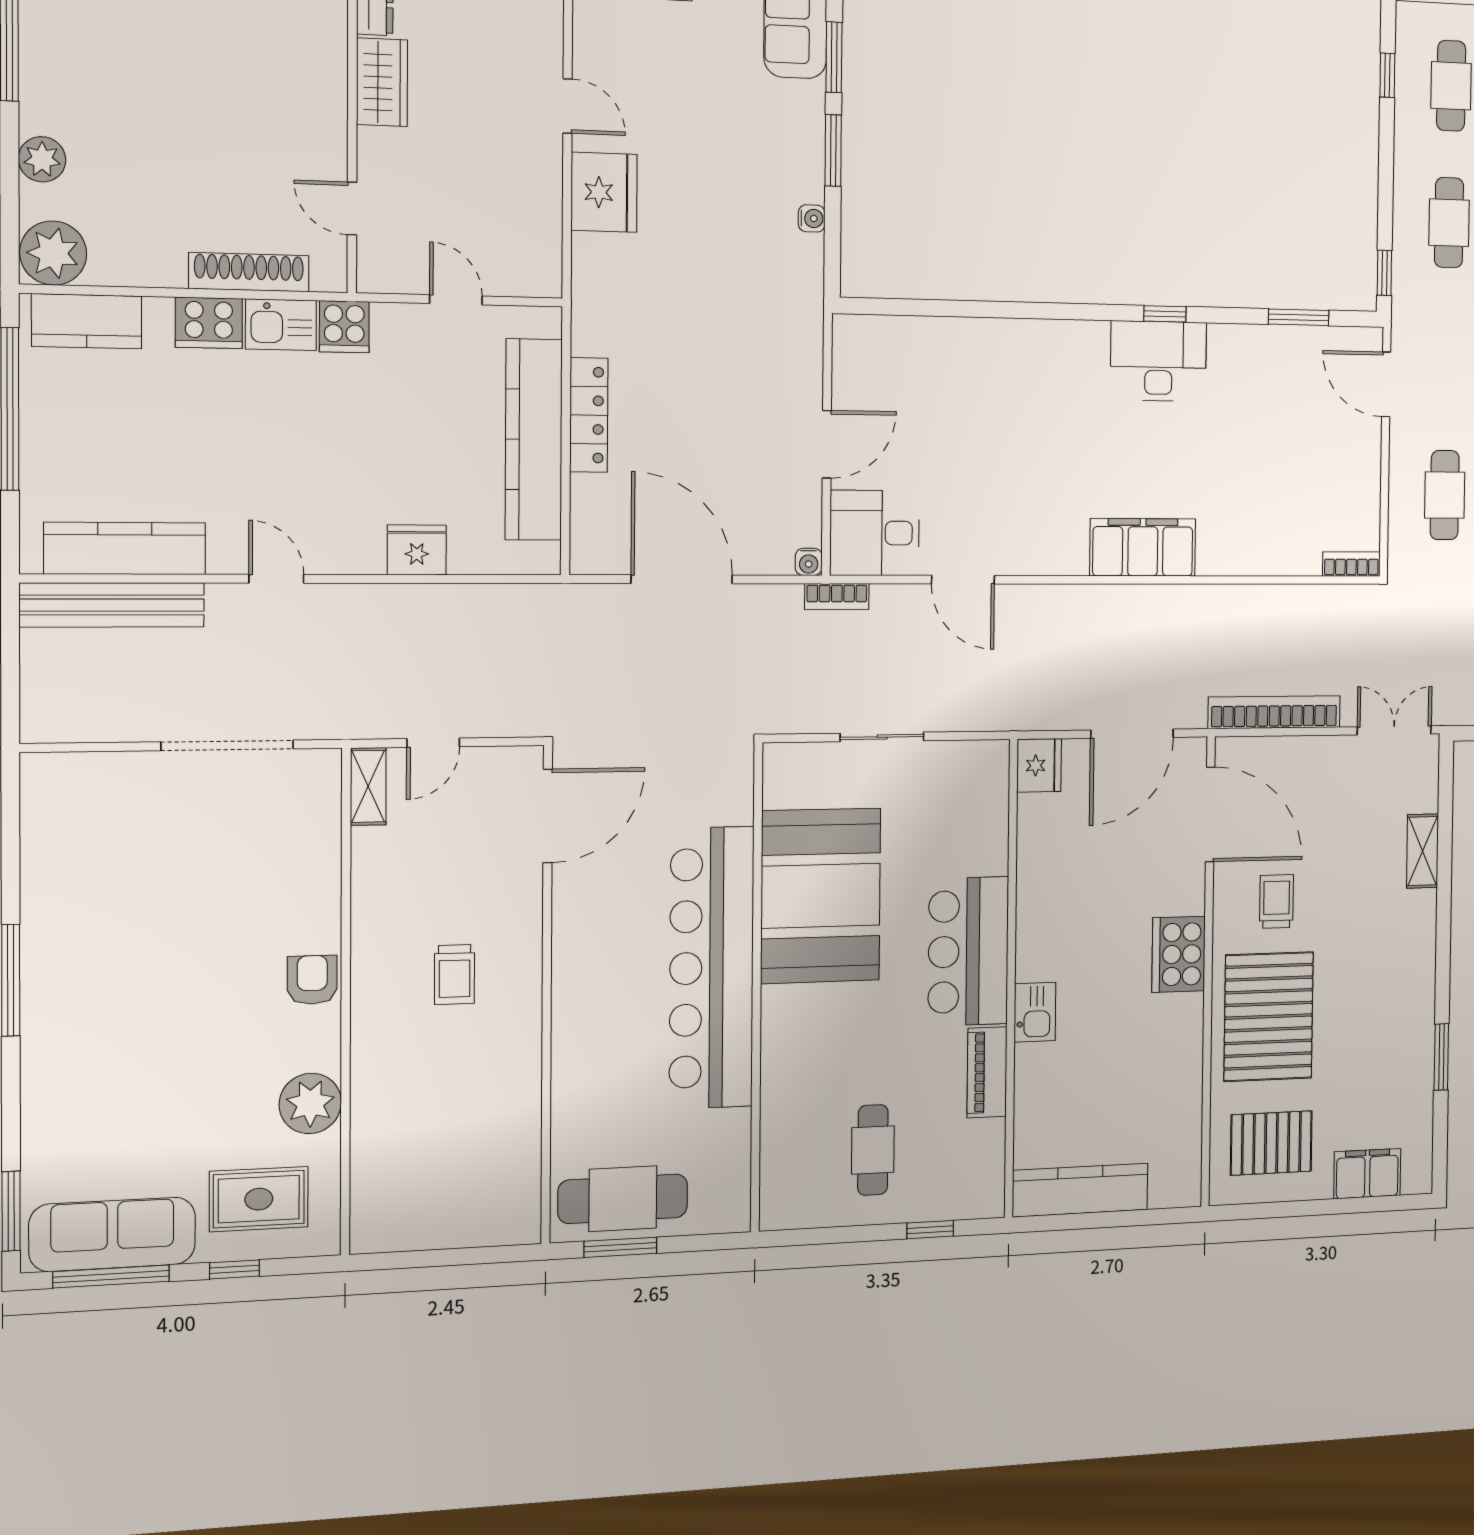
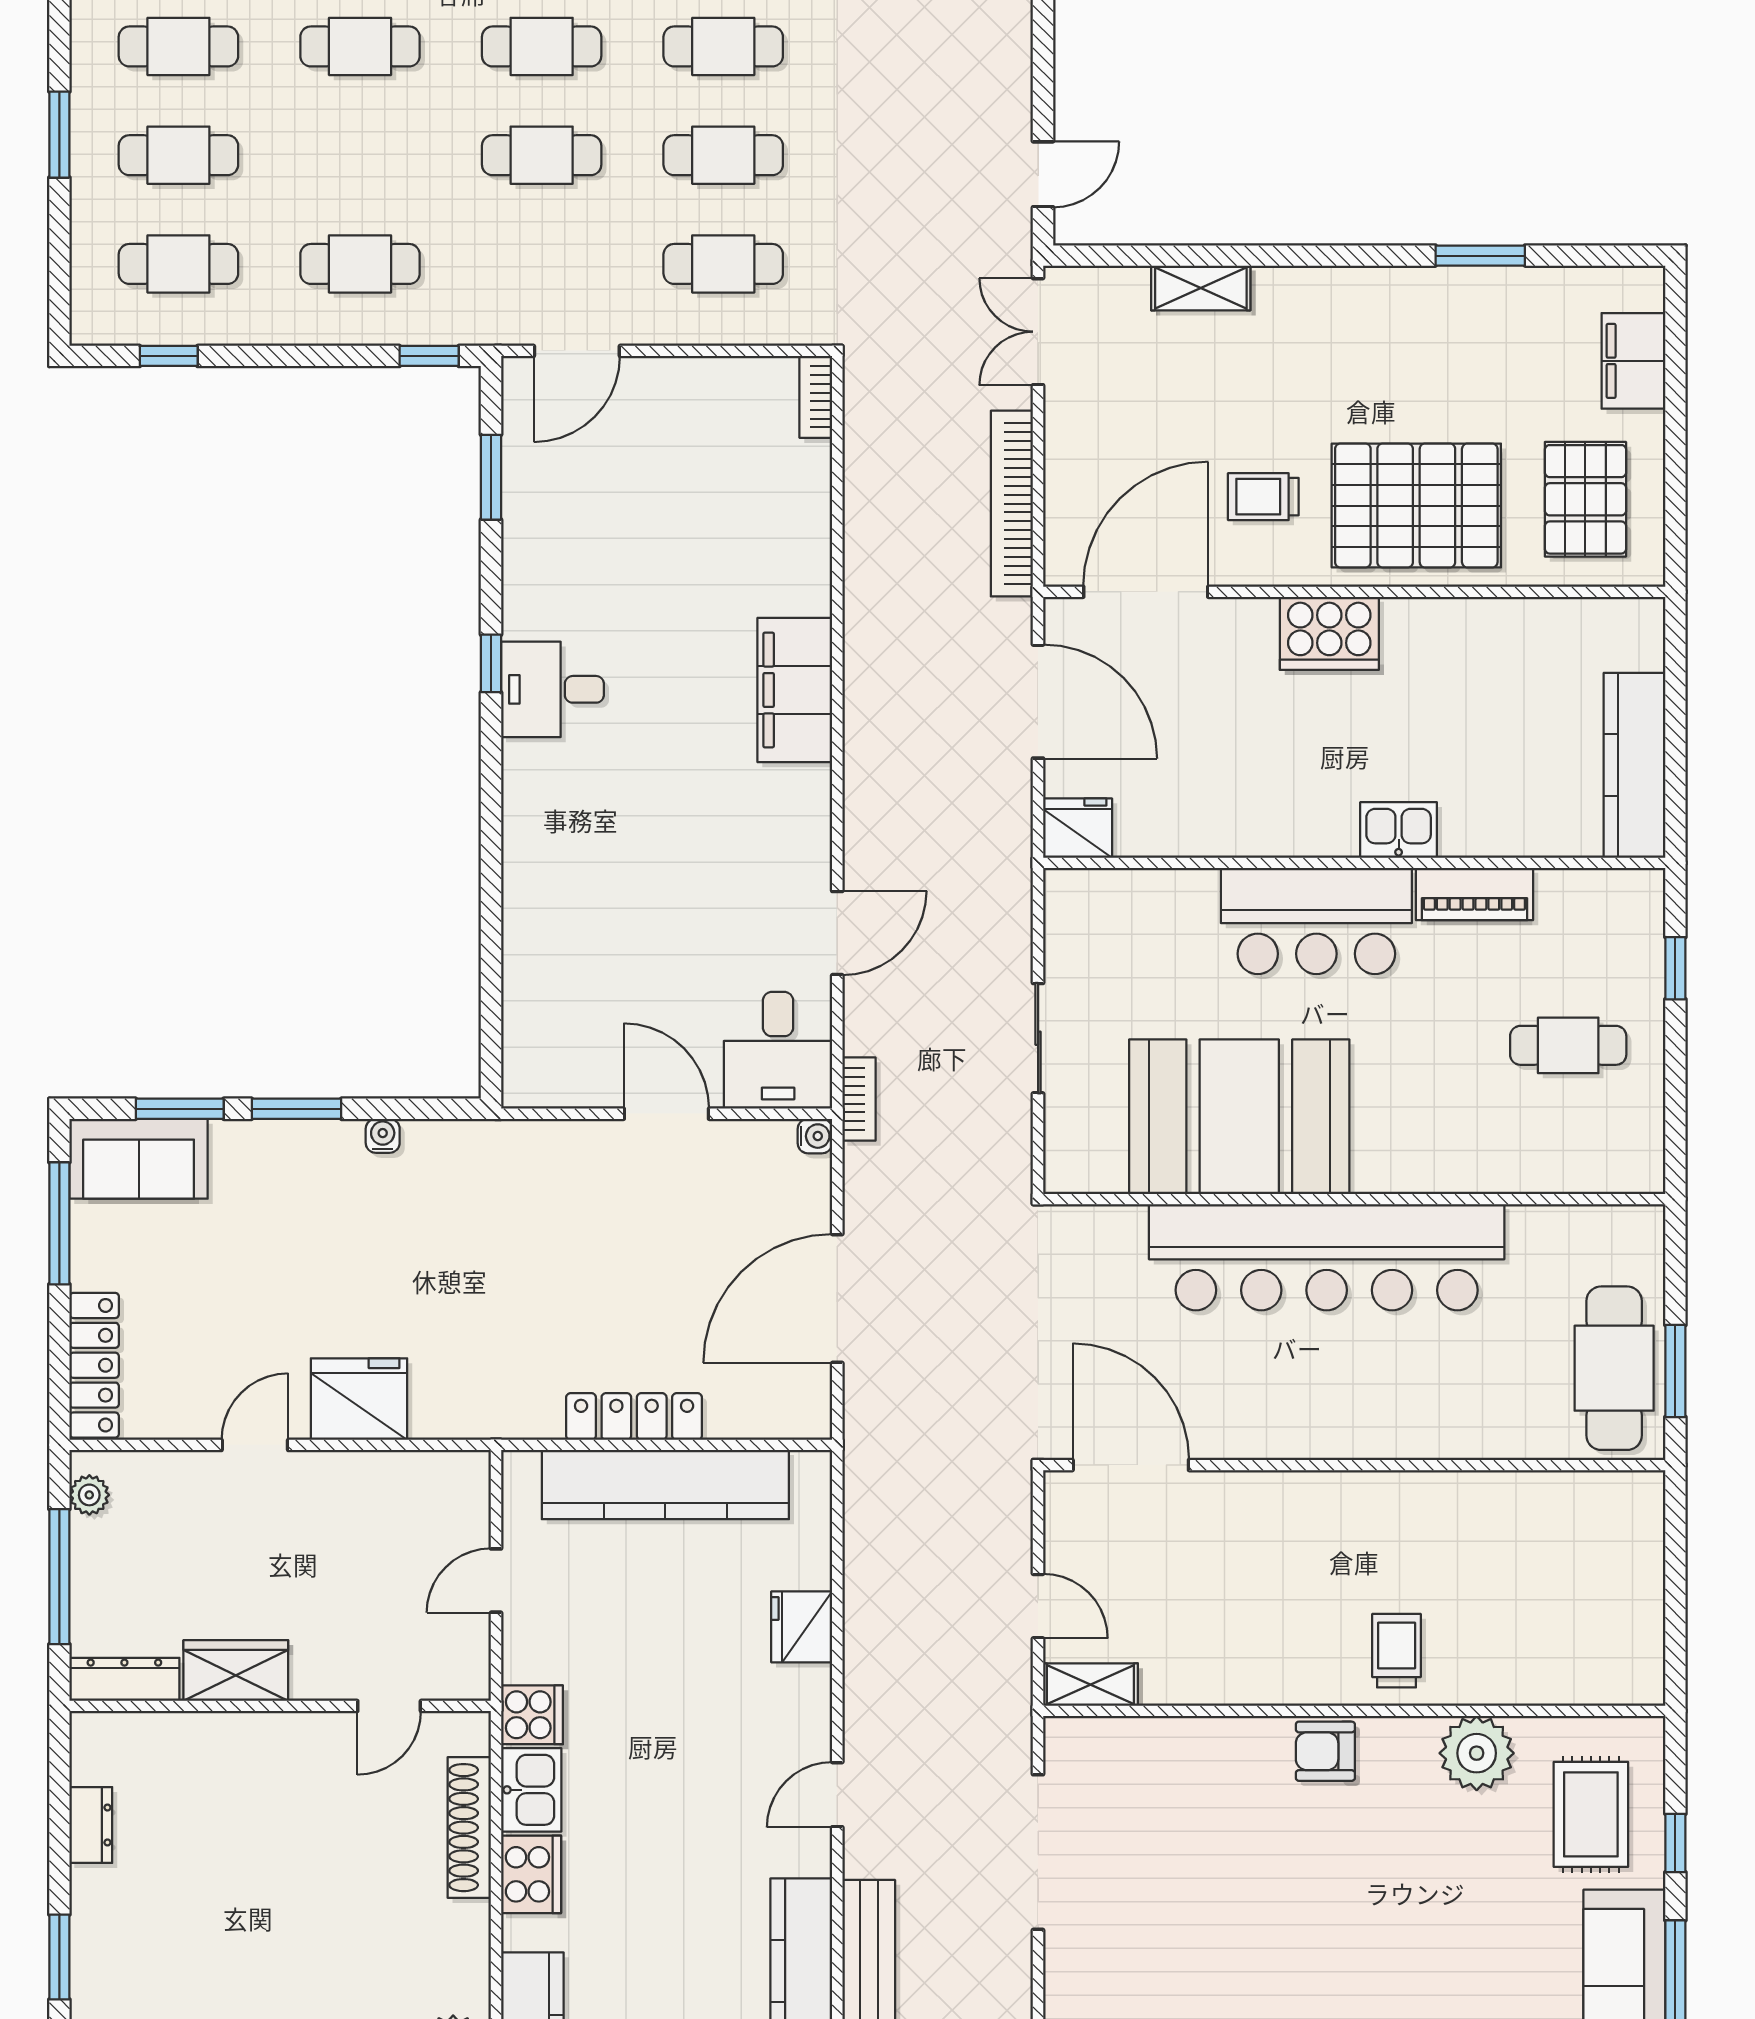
desk: (1158, 361) -> (552, 689), width x0.73
trolley: (455, 975) -> (1397, 1651), moved, turned -90

